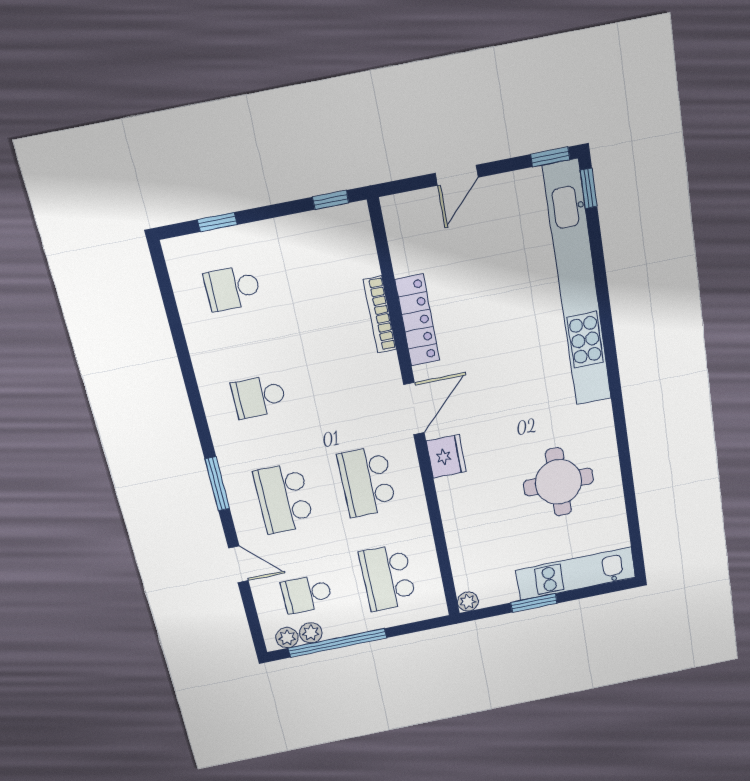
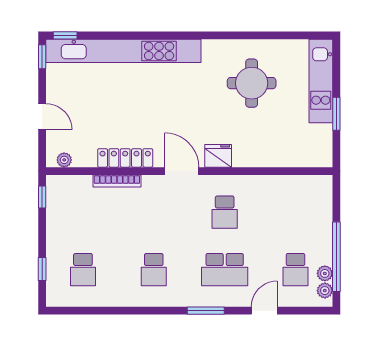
school desk: (367, 482) -> (225, 212), width x0.54
school desk: (388, 578) -> (296, 212), removed
plant: (468, 602) -> (64, 160), moved

